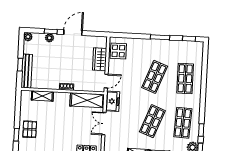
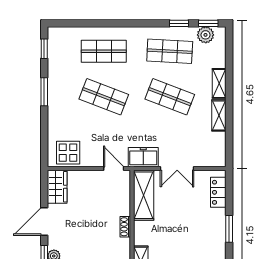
door: (73, 33) -> (44, 222), hinge flipped
wardrobe: (100, 59) -> (57, 187), moved, turned -90

